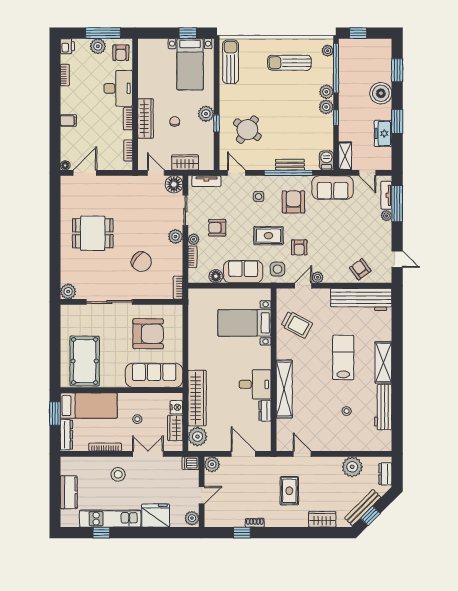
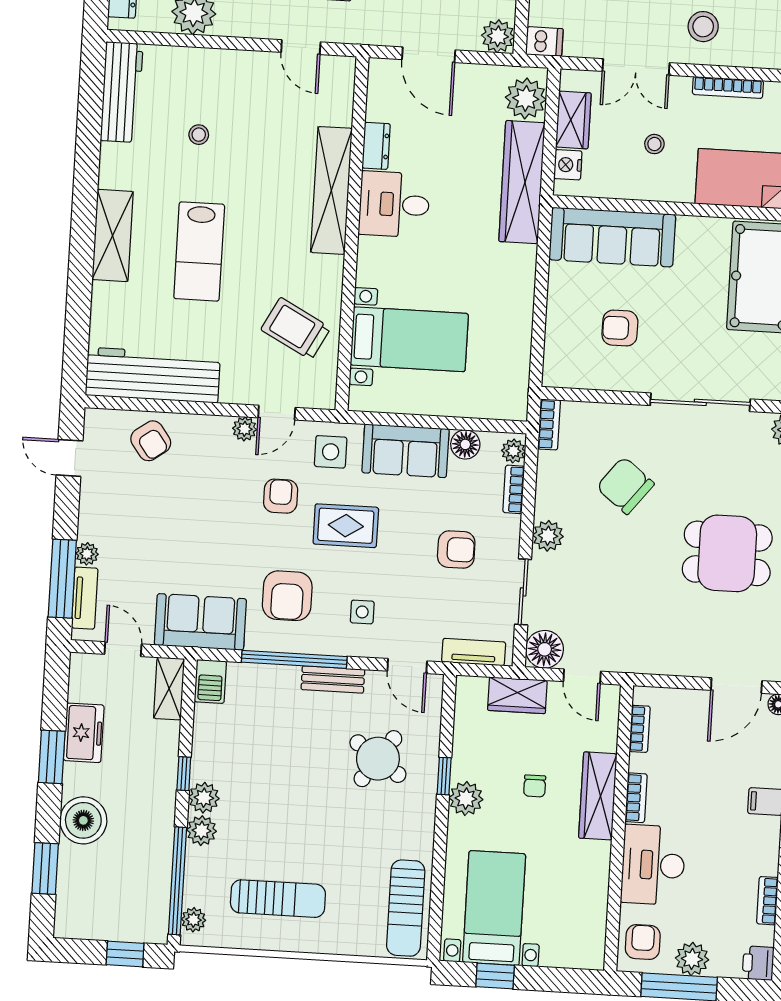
bench: (290, 165) -> (333, 679), moved
plant: (194, 239) -> (513, 451), moved
armchair: (148, 334) -> (620, 328), width x0.53, depth x0.53
workbench: (383, 407) -> (122, 92), moved

